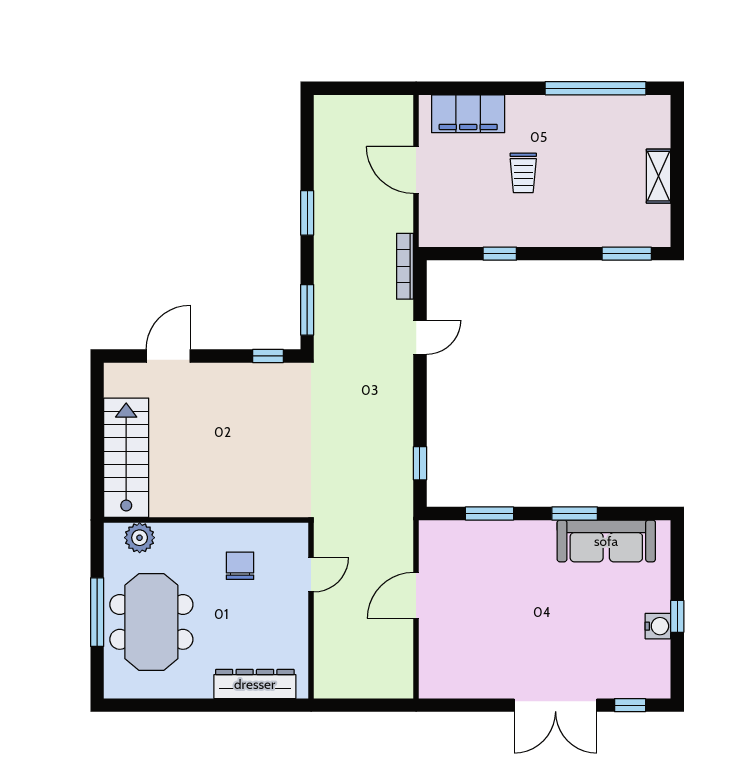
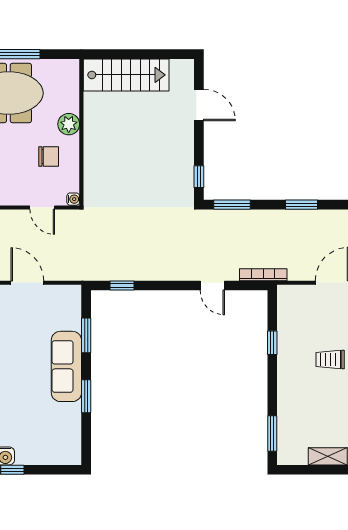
water cooler: (299, 531) -> (73, 199), added
plant: (140, 538) -> (69, 124), moved
sofa: (606, 541) -> (66, 366), moved

